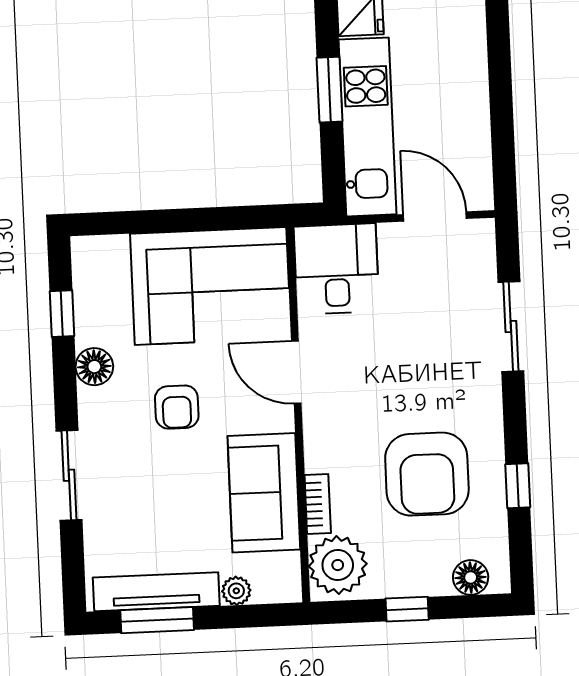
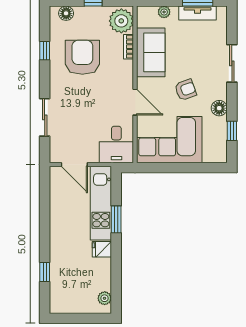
armchair: (177, 407) -> (186, 90), turned 70
tv unit: (156, 592) -> (198, 13), width x0.71

